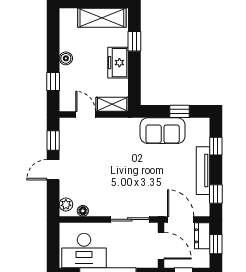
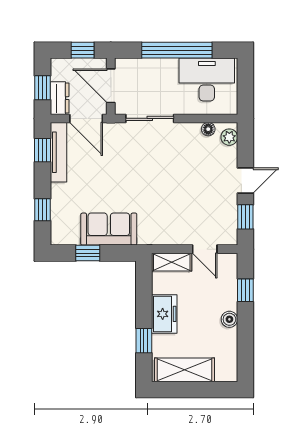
tv unit: (203, 171) -> (58, 152), moved

